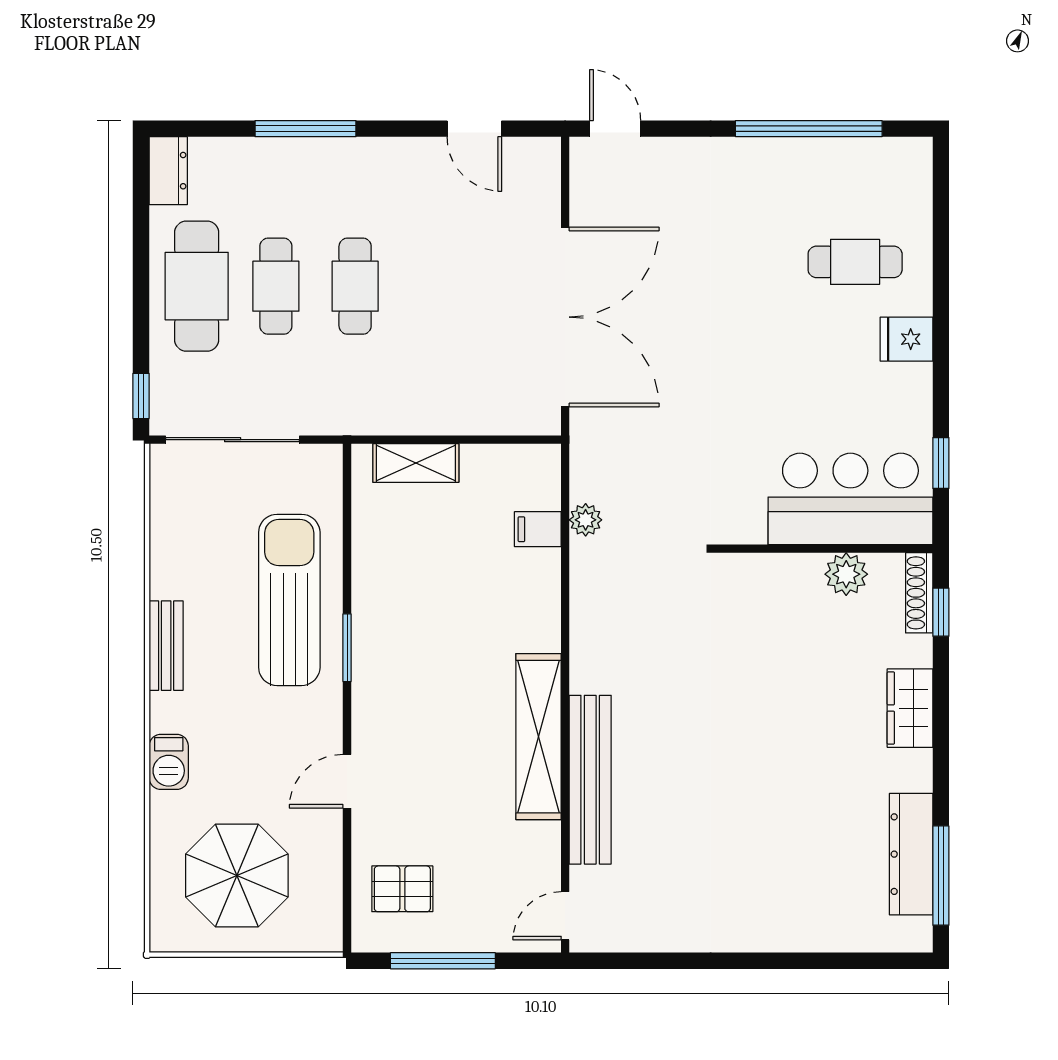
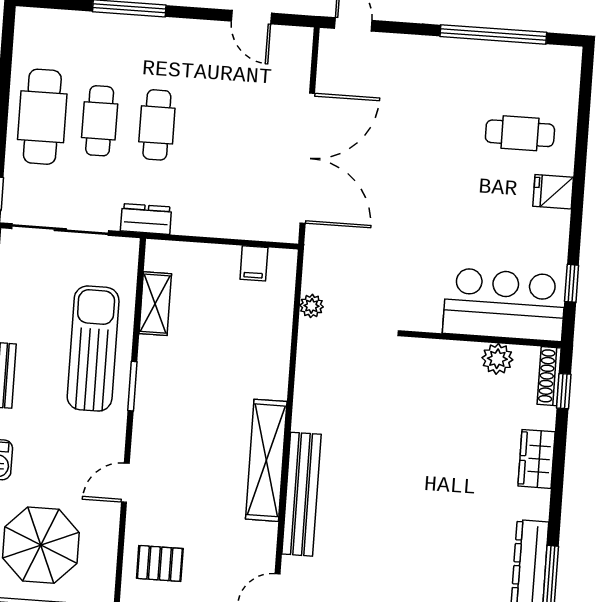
dresser: (168, 171) -> (146, 219), moved, turned -90
shelving: (416, 463) -> (155, 304), moved, turned 90
filing cabinet: (538, 529) -> (254, 263), moved, turned -90

